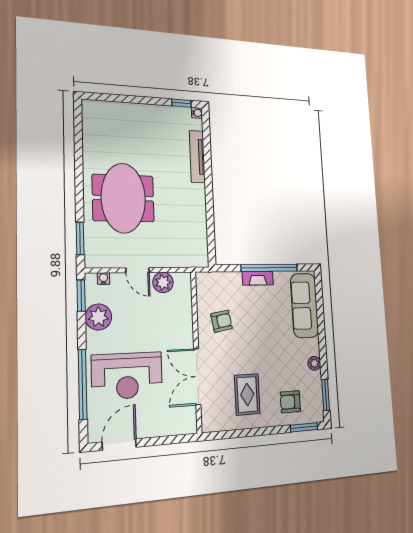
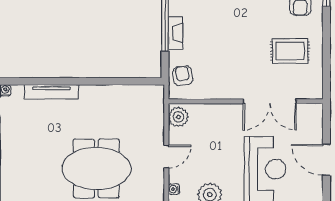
plant: (163, 282) -> (178, 117), moved
armchair: (222, 321) -> (183, 76), moved
door: (119, 445) -> (326, 160), moved

